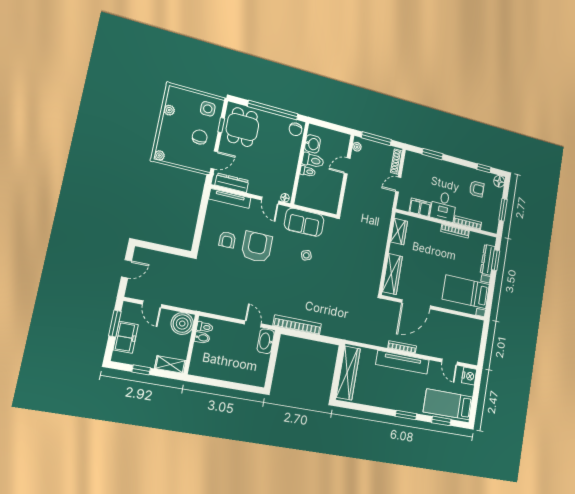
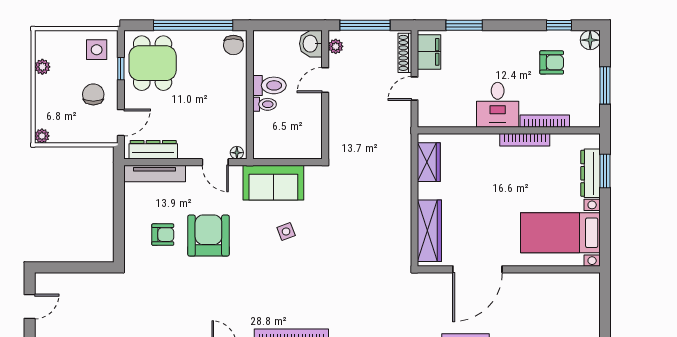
washbasin: (313, 144) -> (311, 44), moved, turned 180
filing cabinet: (420, 207) -> (429, 52), moved, turned 90
armchair: (227, 240) -> (163, 235), turned -90

